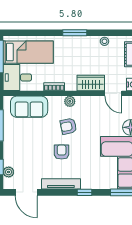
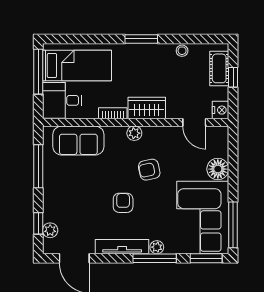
wardrobe: (91, 83) -> (147, 108), moved
armchair: (68, 126) -> (149, 170), moved
plant: (86, 184) -> (157, 247), added
window: (85, 192) -> (155, 258), width x2.17

